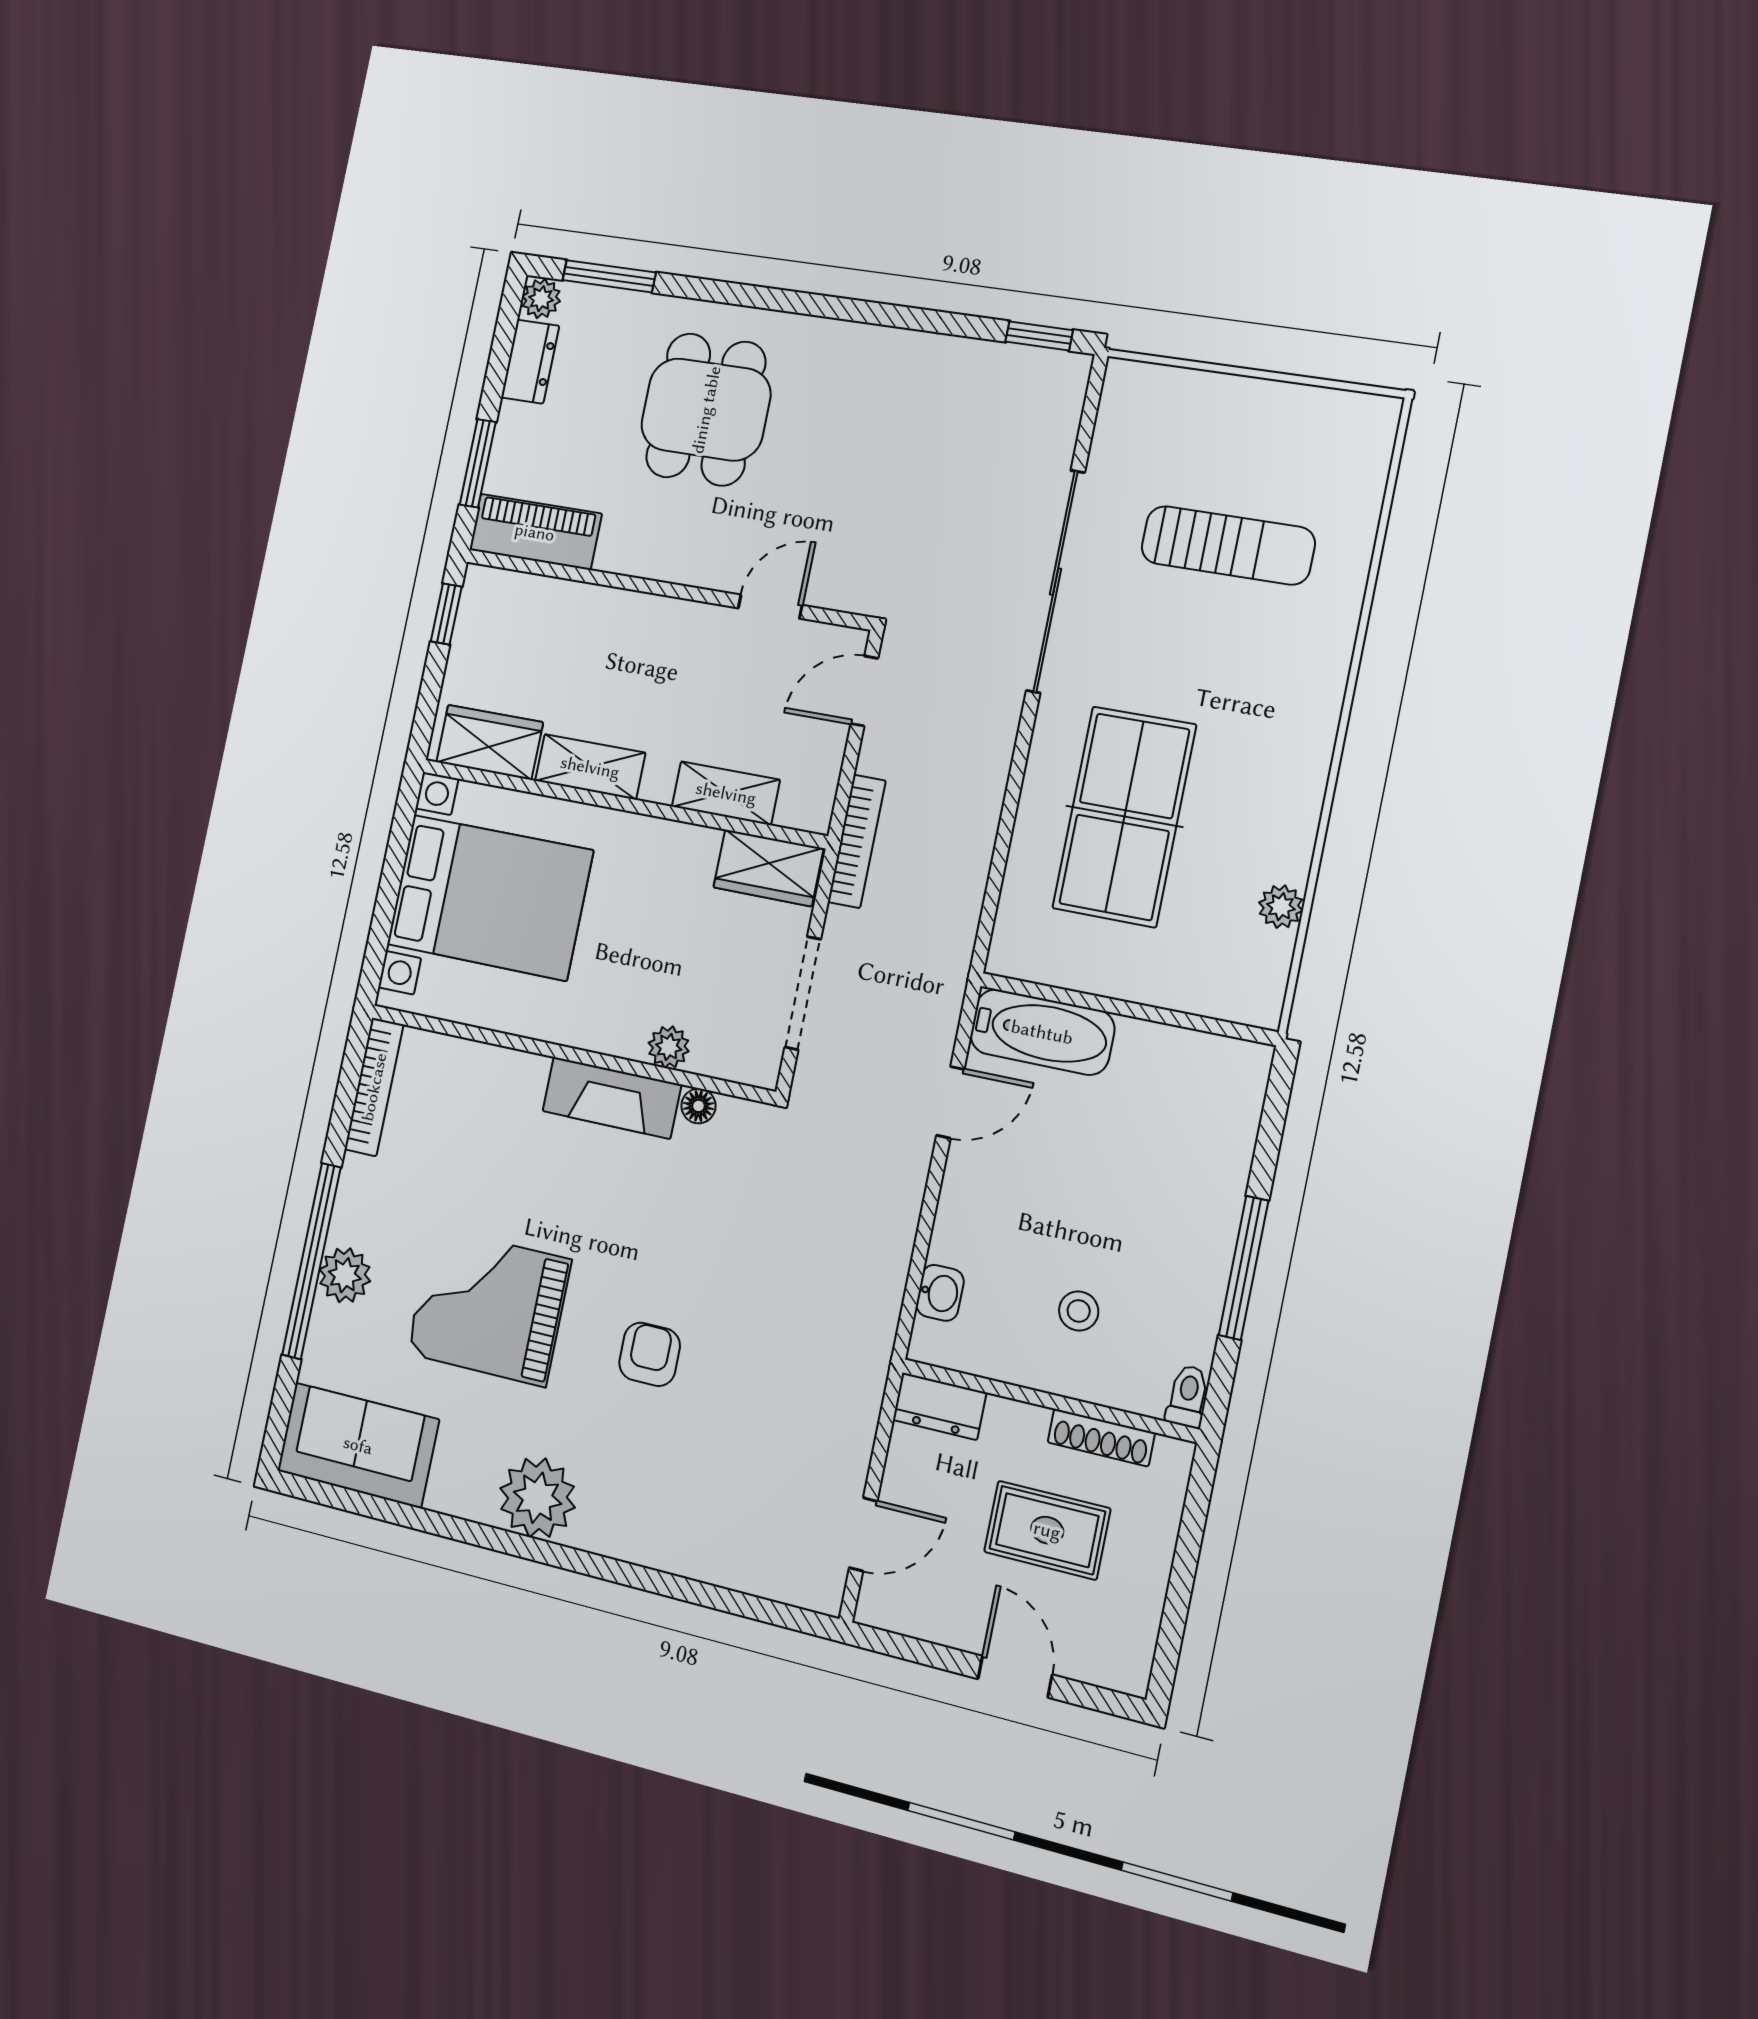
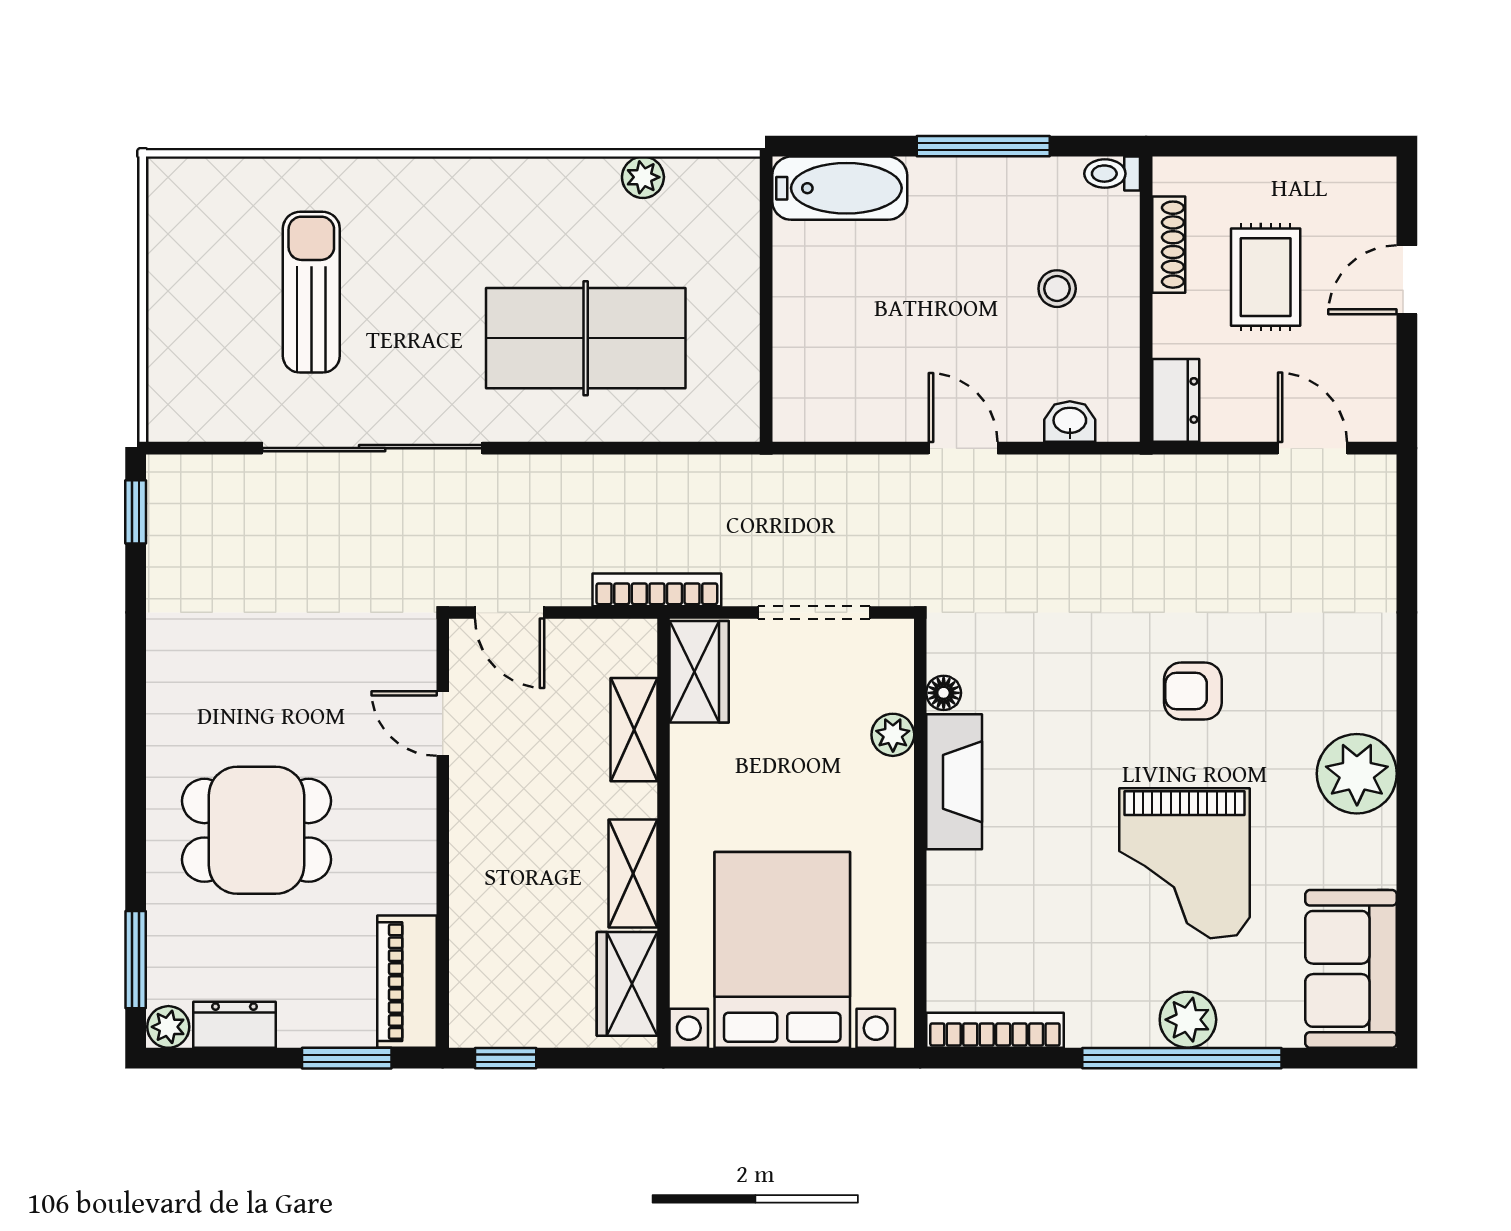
bathtub: (1042, 1032) -> (840, 188), moved, turned 90
door: (950, 1102) -> (963, 448), moved

